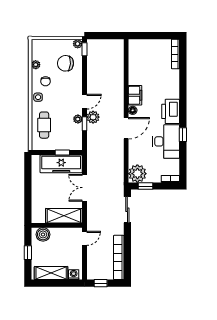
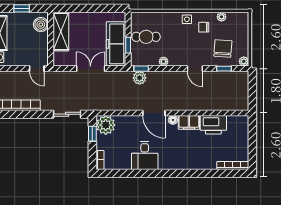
window: (84, 49) -> (224, 69), moved
door: (84, 102) -> (195, 69), moved
printer: (171, 111) -> (213, 125), moved, turned 180
plant: (93, 117) -> (140, 78), moved
window: (84, 124) -> (141, 69), moved
cafe table: (44, 125) -> (146, 37), moved
window: (183, 135) -> (147, 173), removed
desk: (166, 141) -> (145, 155), width x0.73
shelving: (64, 216) -> (61, 31), moved

